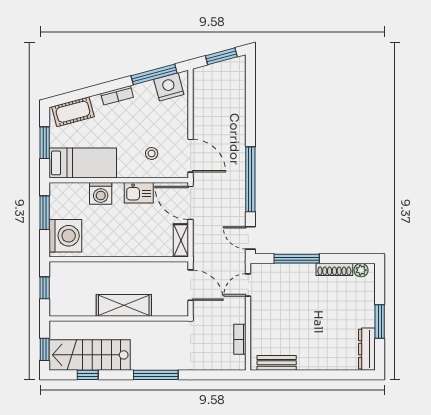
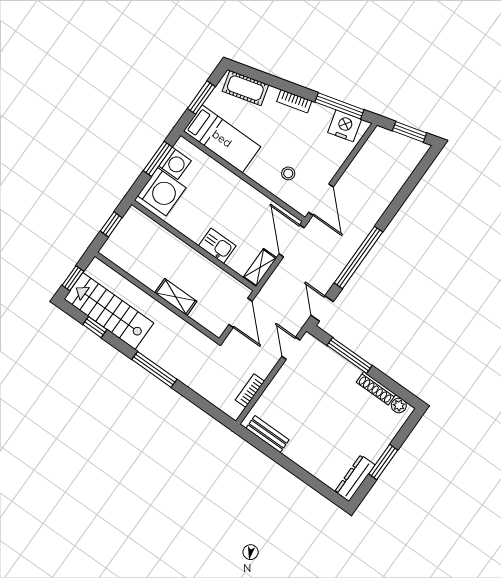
washing machine: (101, 193) -> (175, 163), moved, turned -90
kitchen sink: (139, 193) -> (217, 246), moved, turned 180
door: (248, 285) -> (291, 348), hinge flipped
shelving: (124, 305) -> (176, 297), width x0.67, depth x0.75

